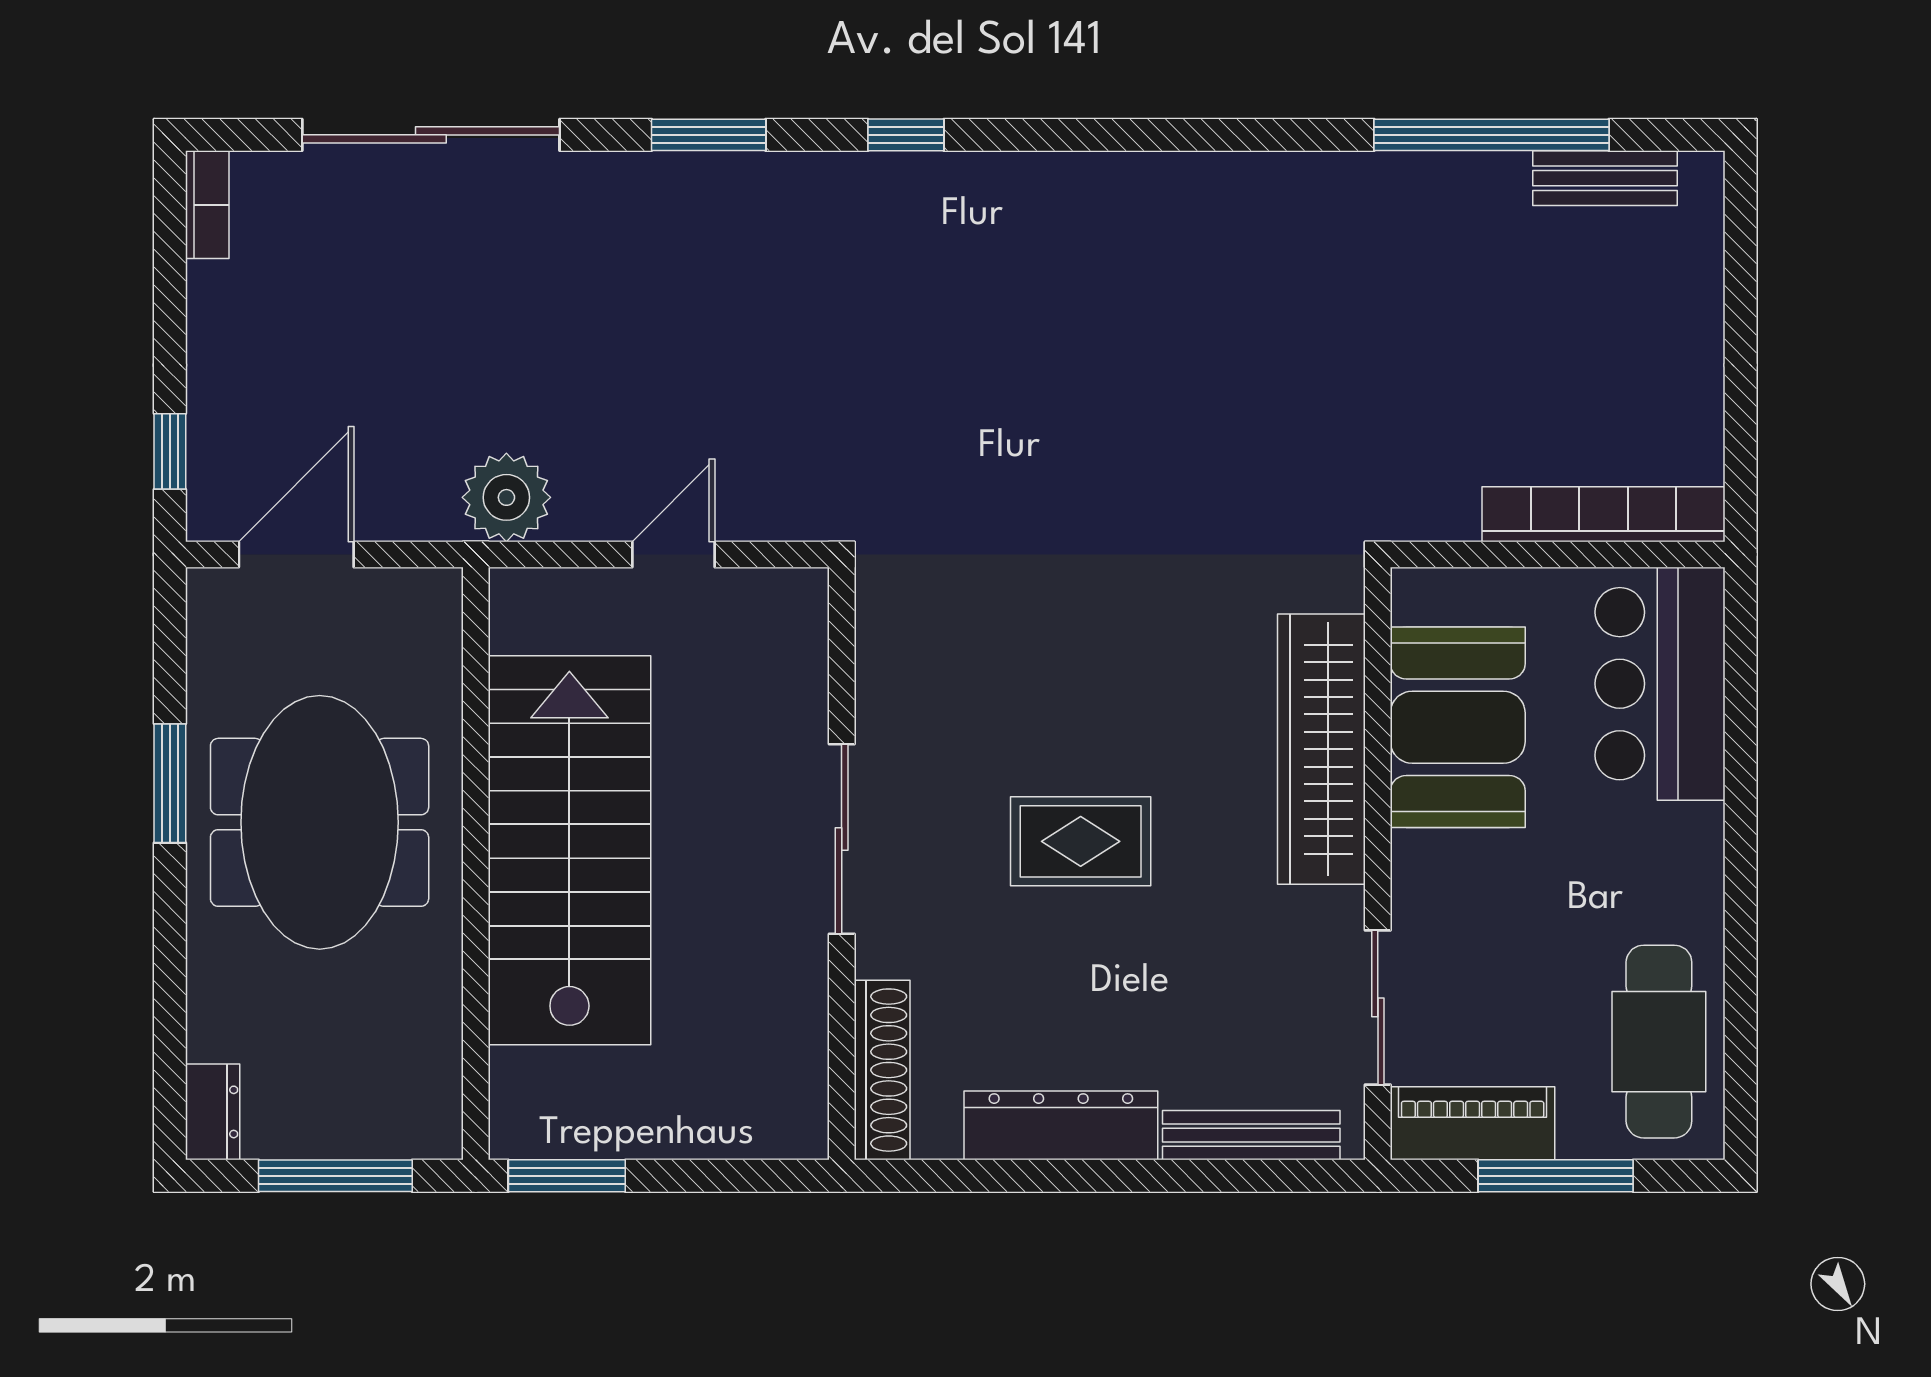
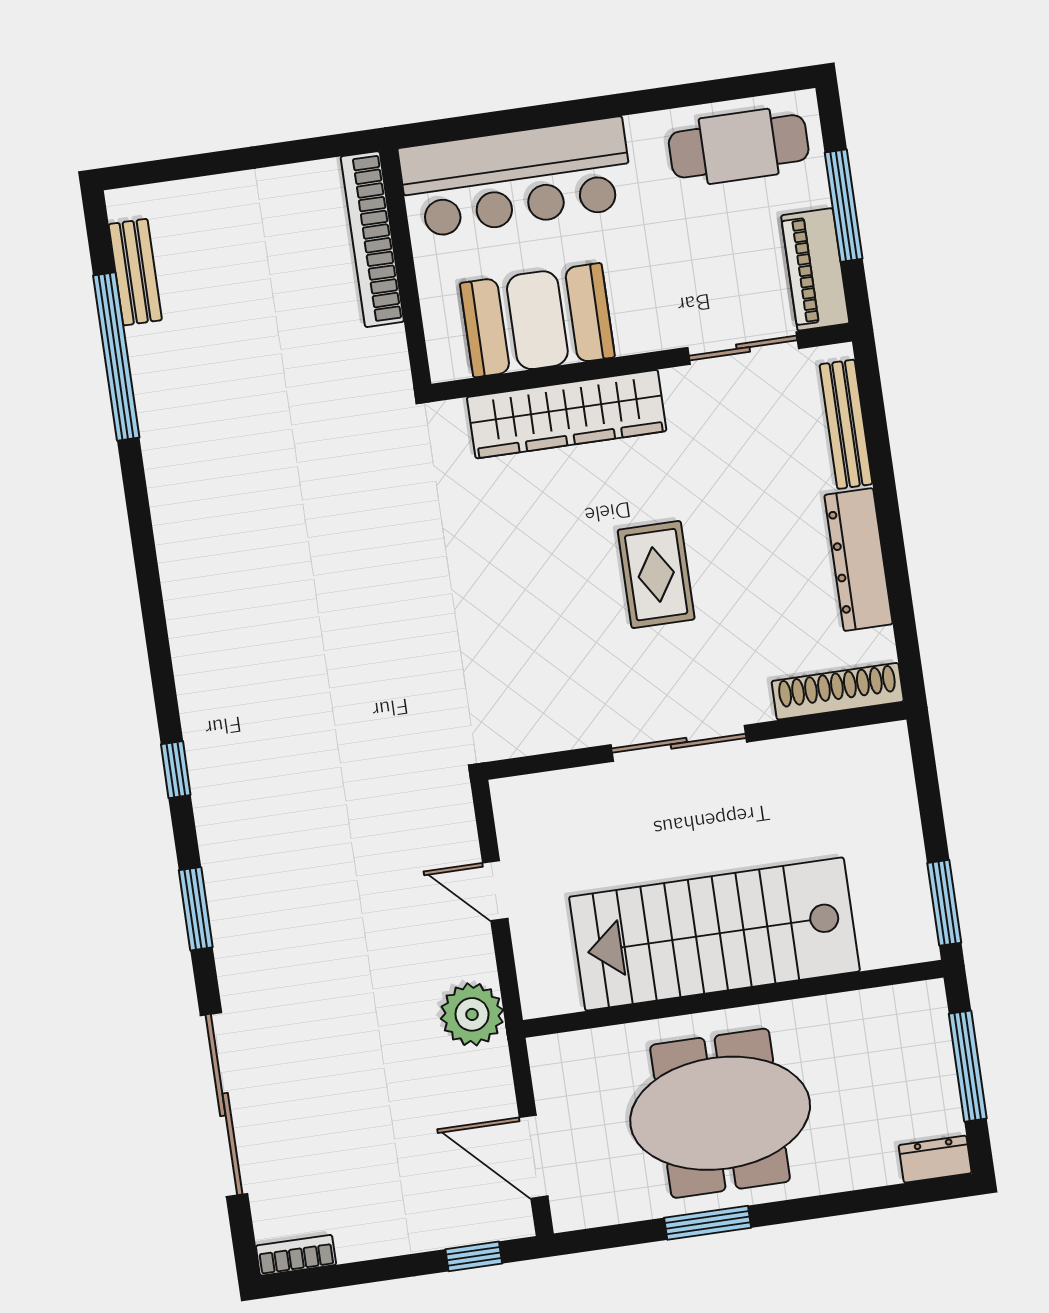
bar counter: (1660, 684) -> (516, 178), width x1.36

